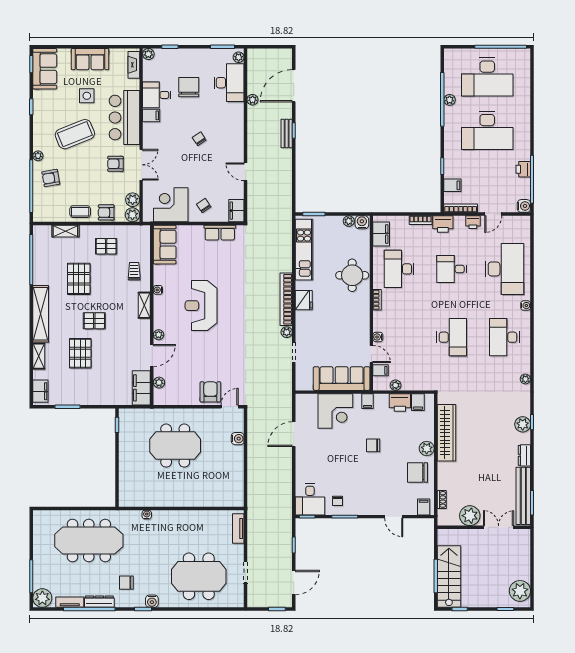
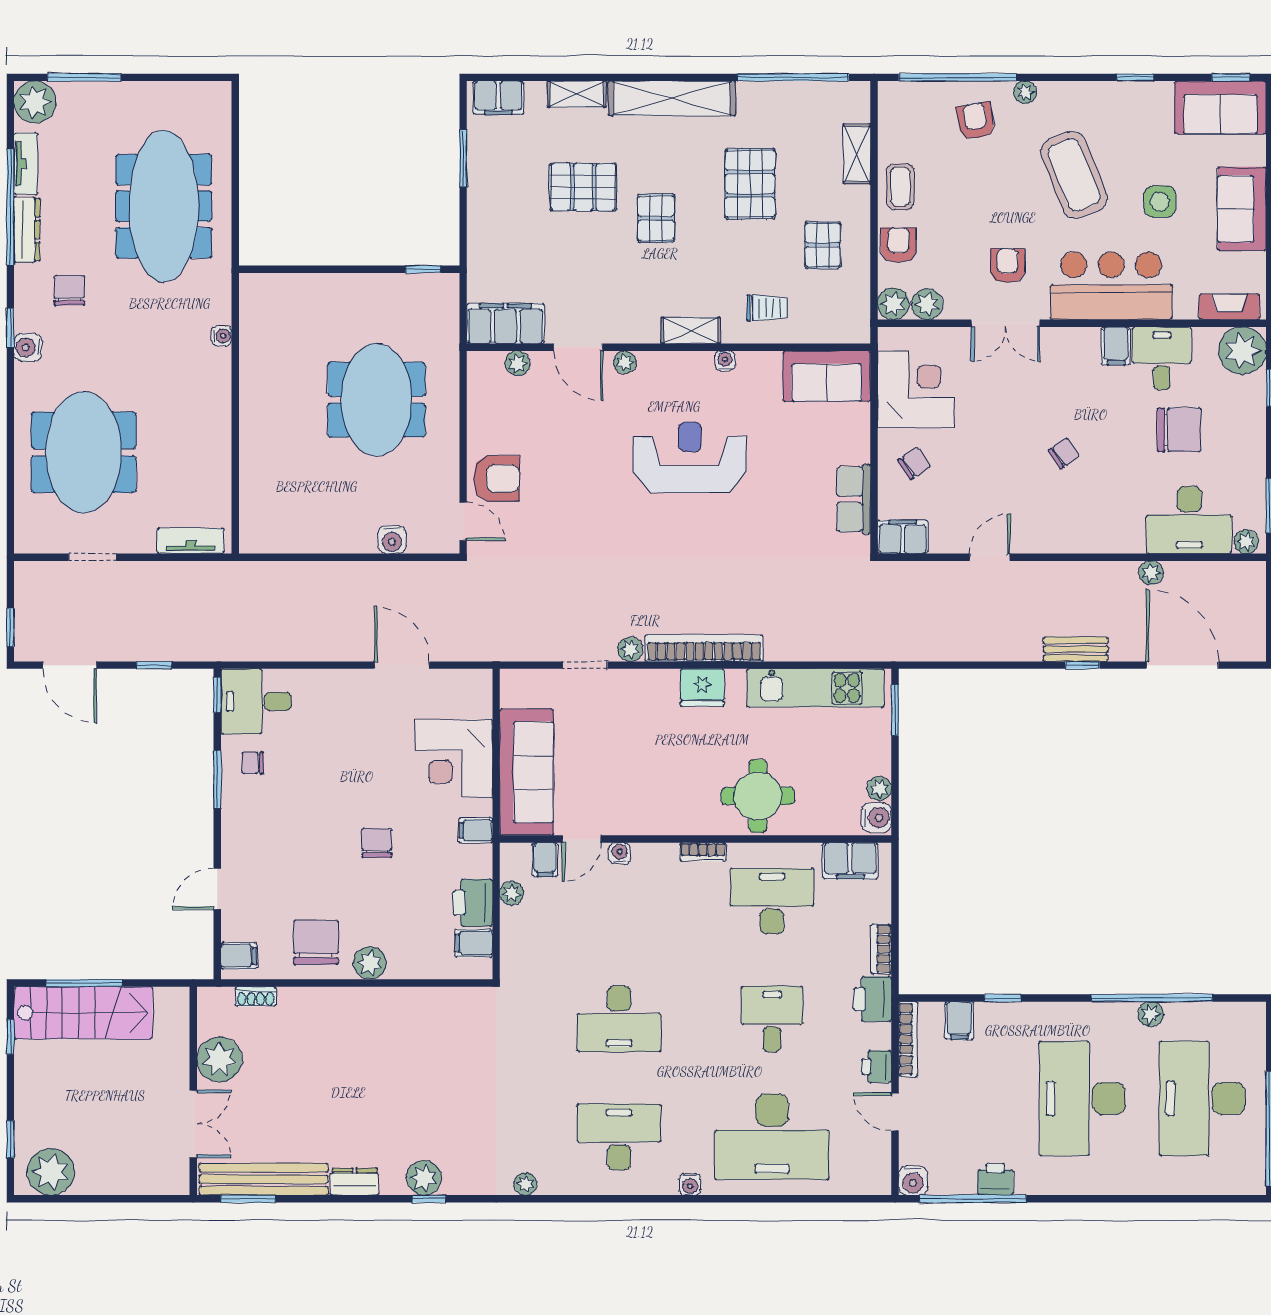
plant: (148, 54) -> (1242, 351), width x1.88, depth x1.88
pallet: (79, 279) -> (750, 184), turned 90
wardrobe: (446, 433) -> (405, 1007), removed

